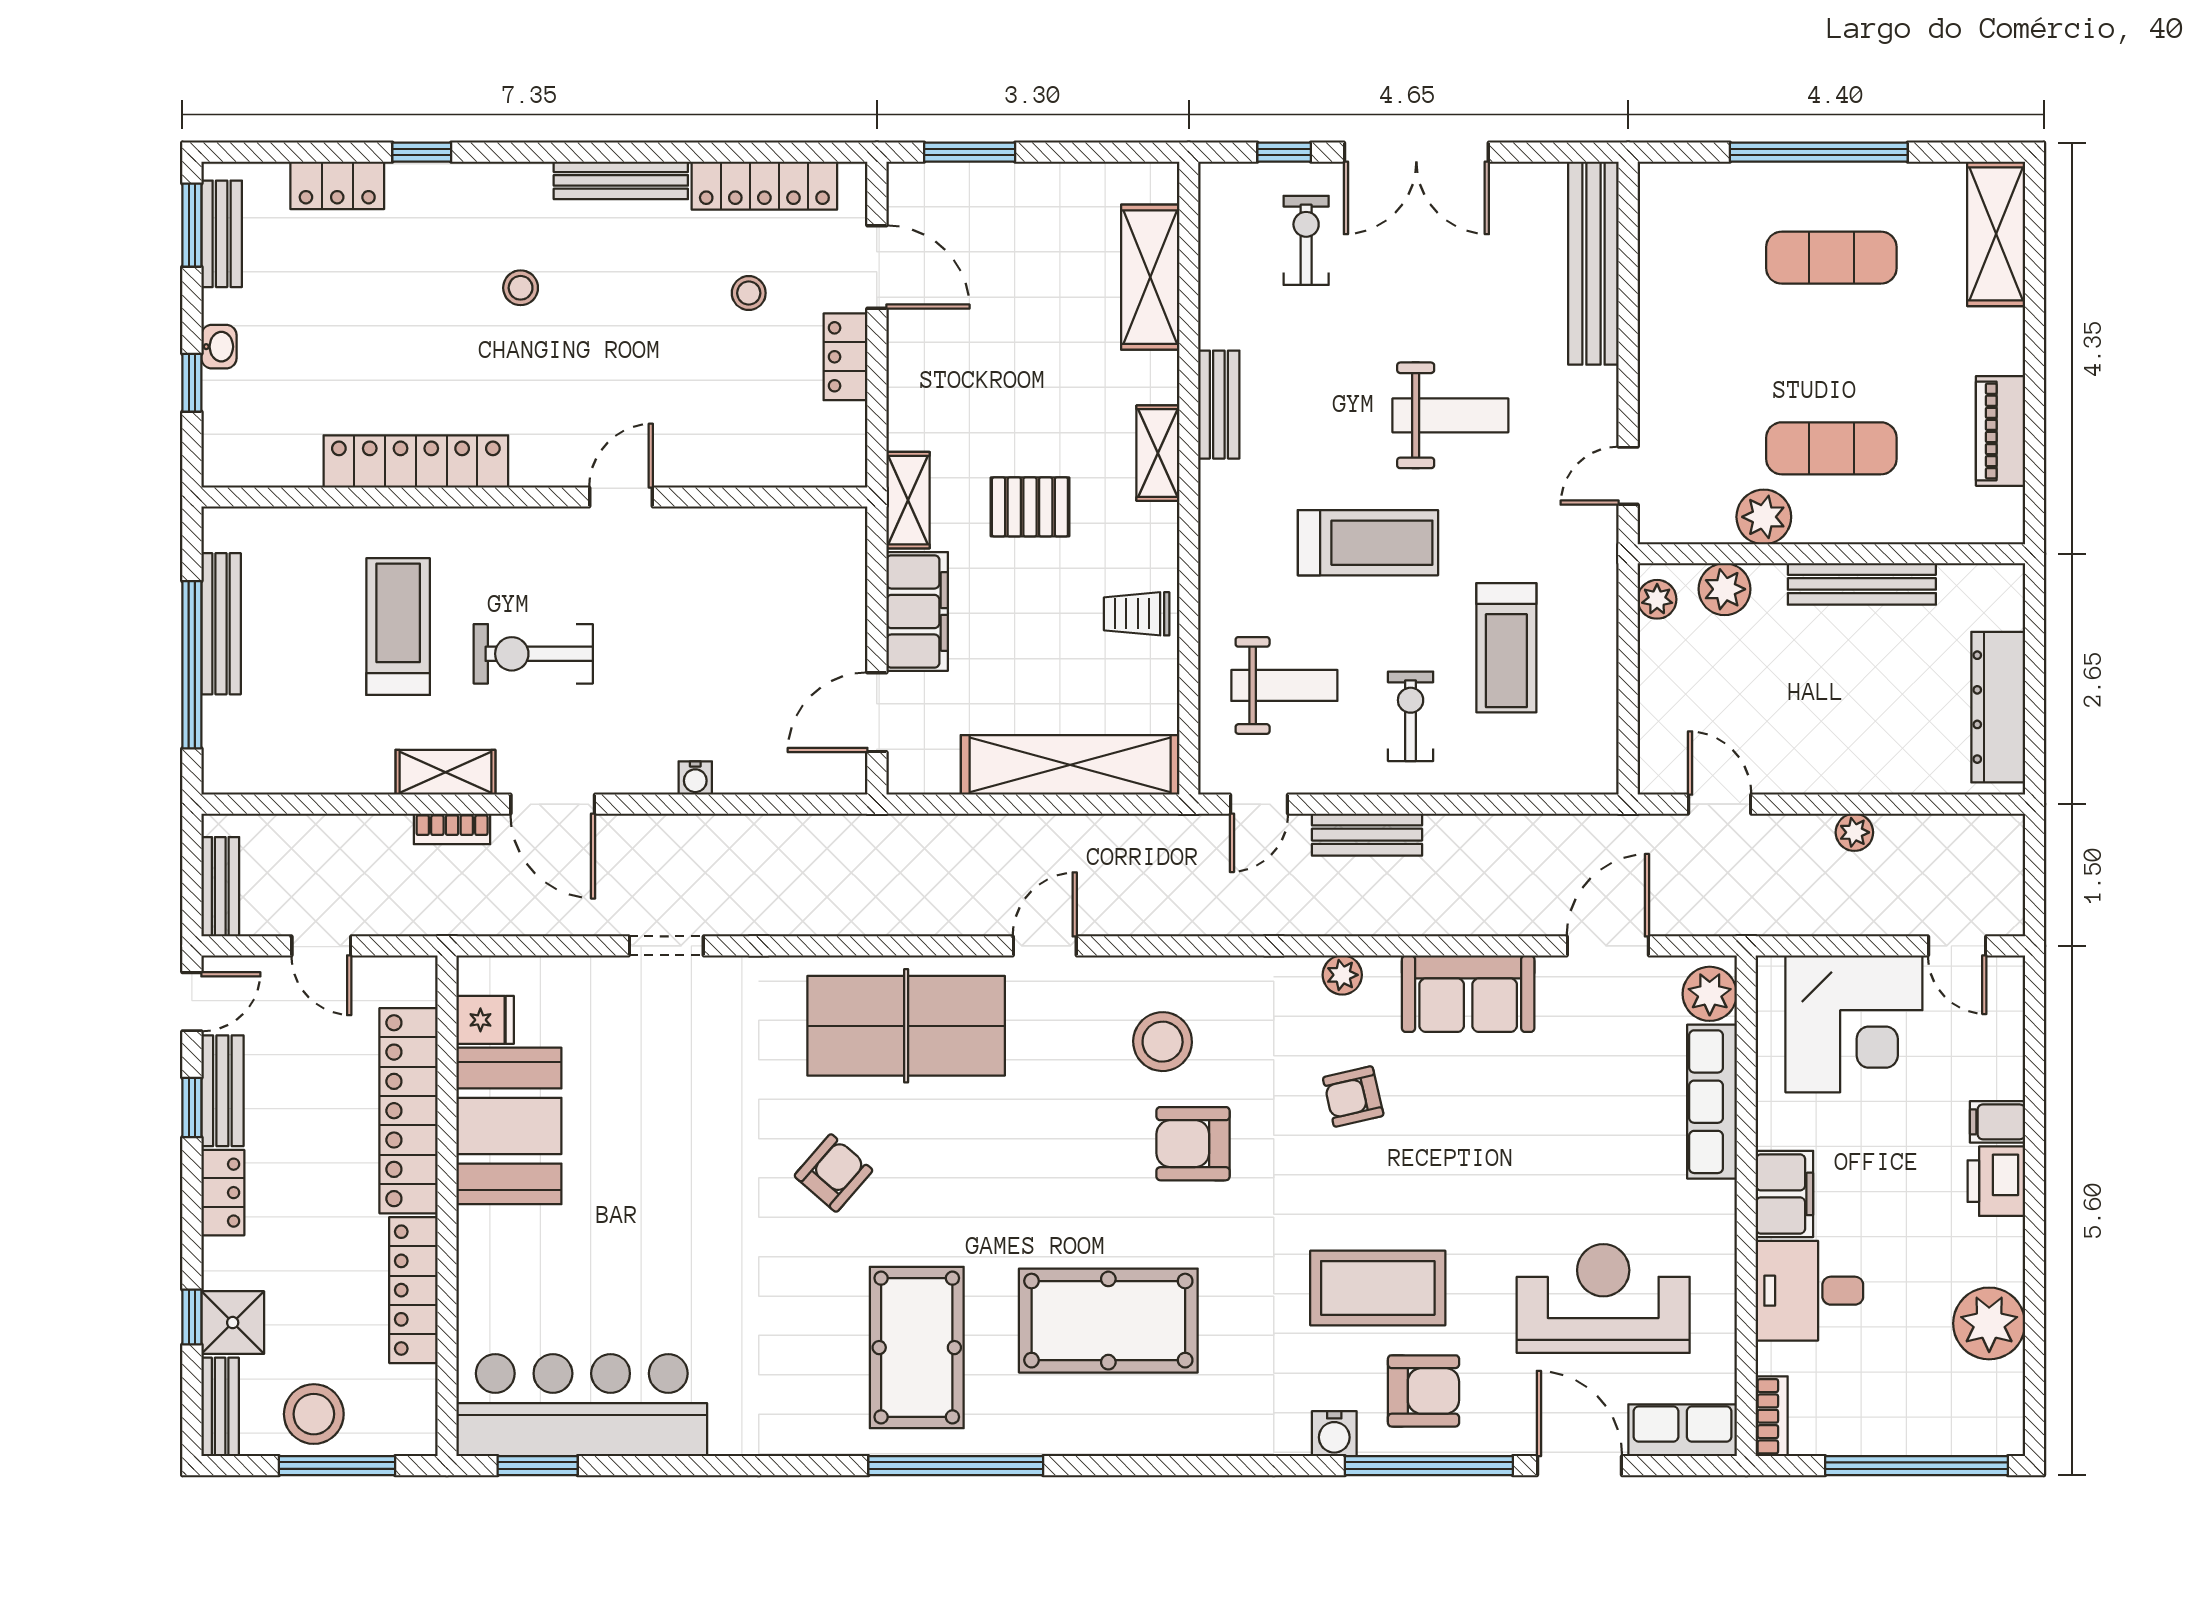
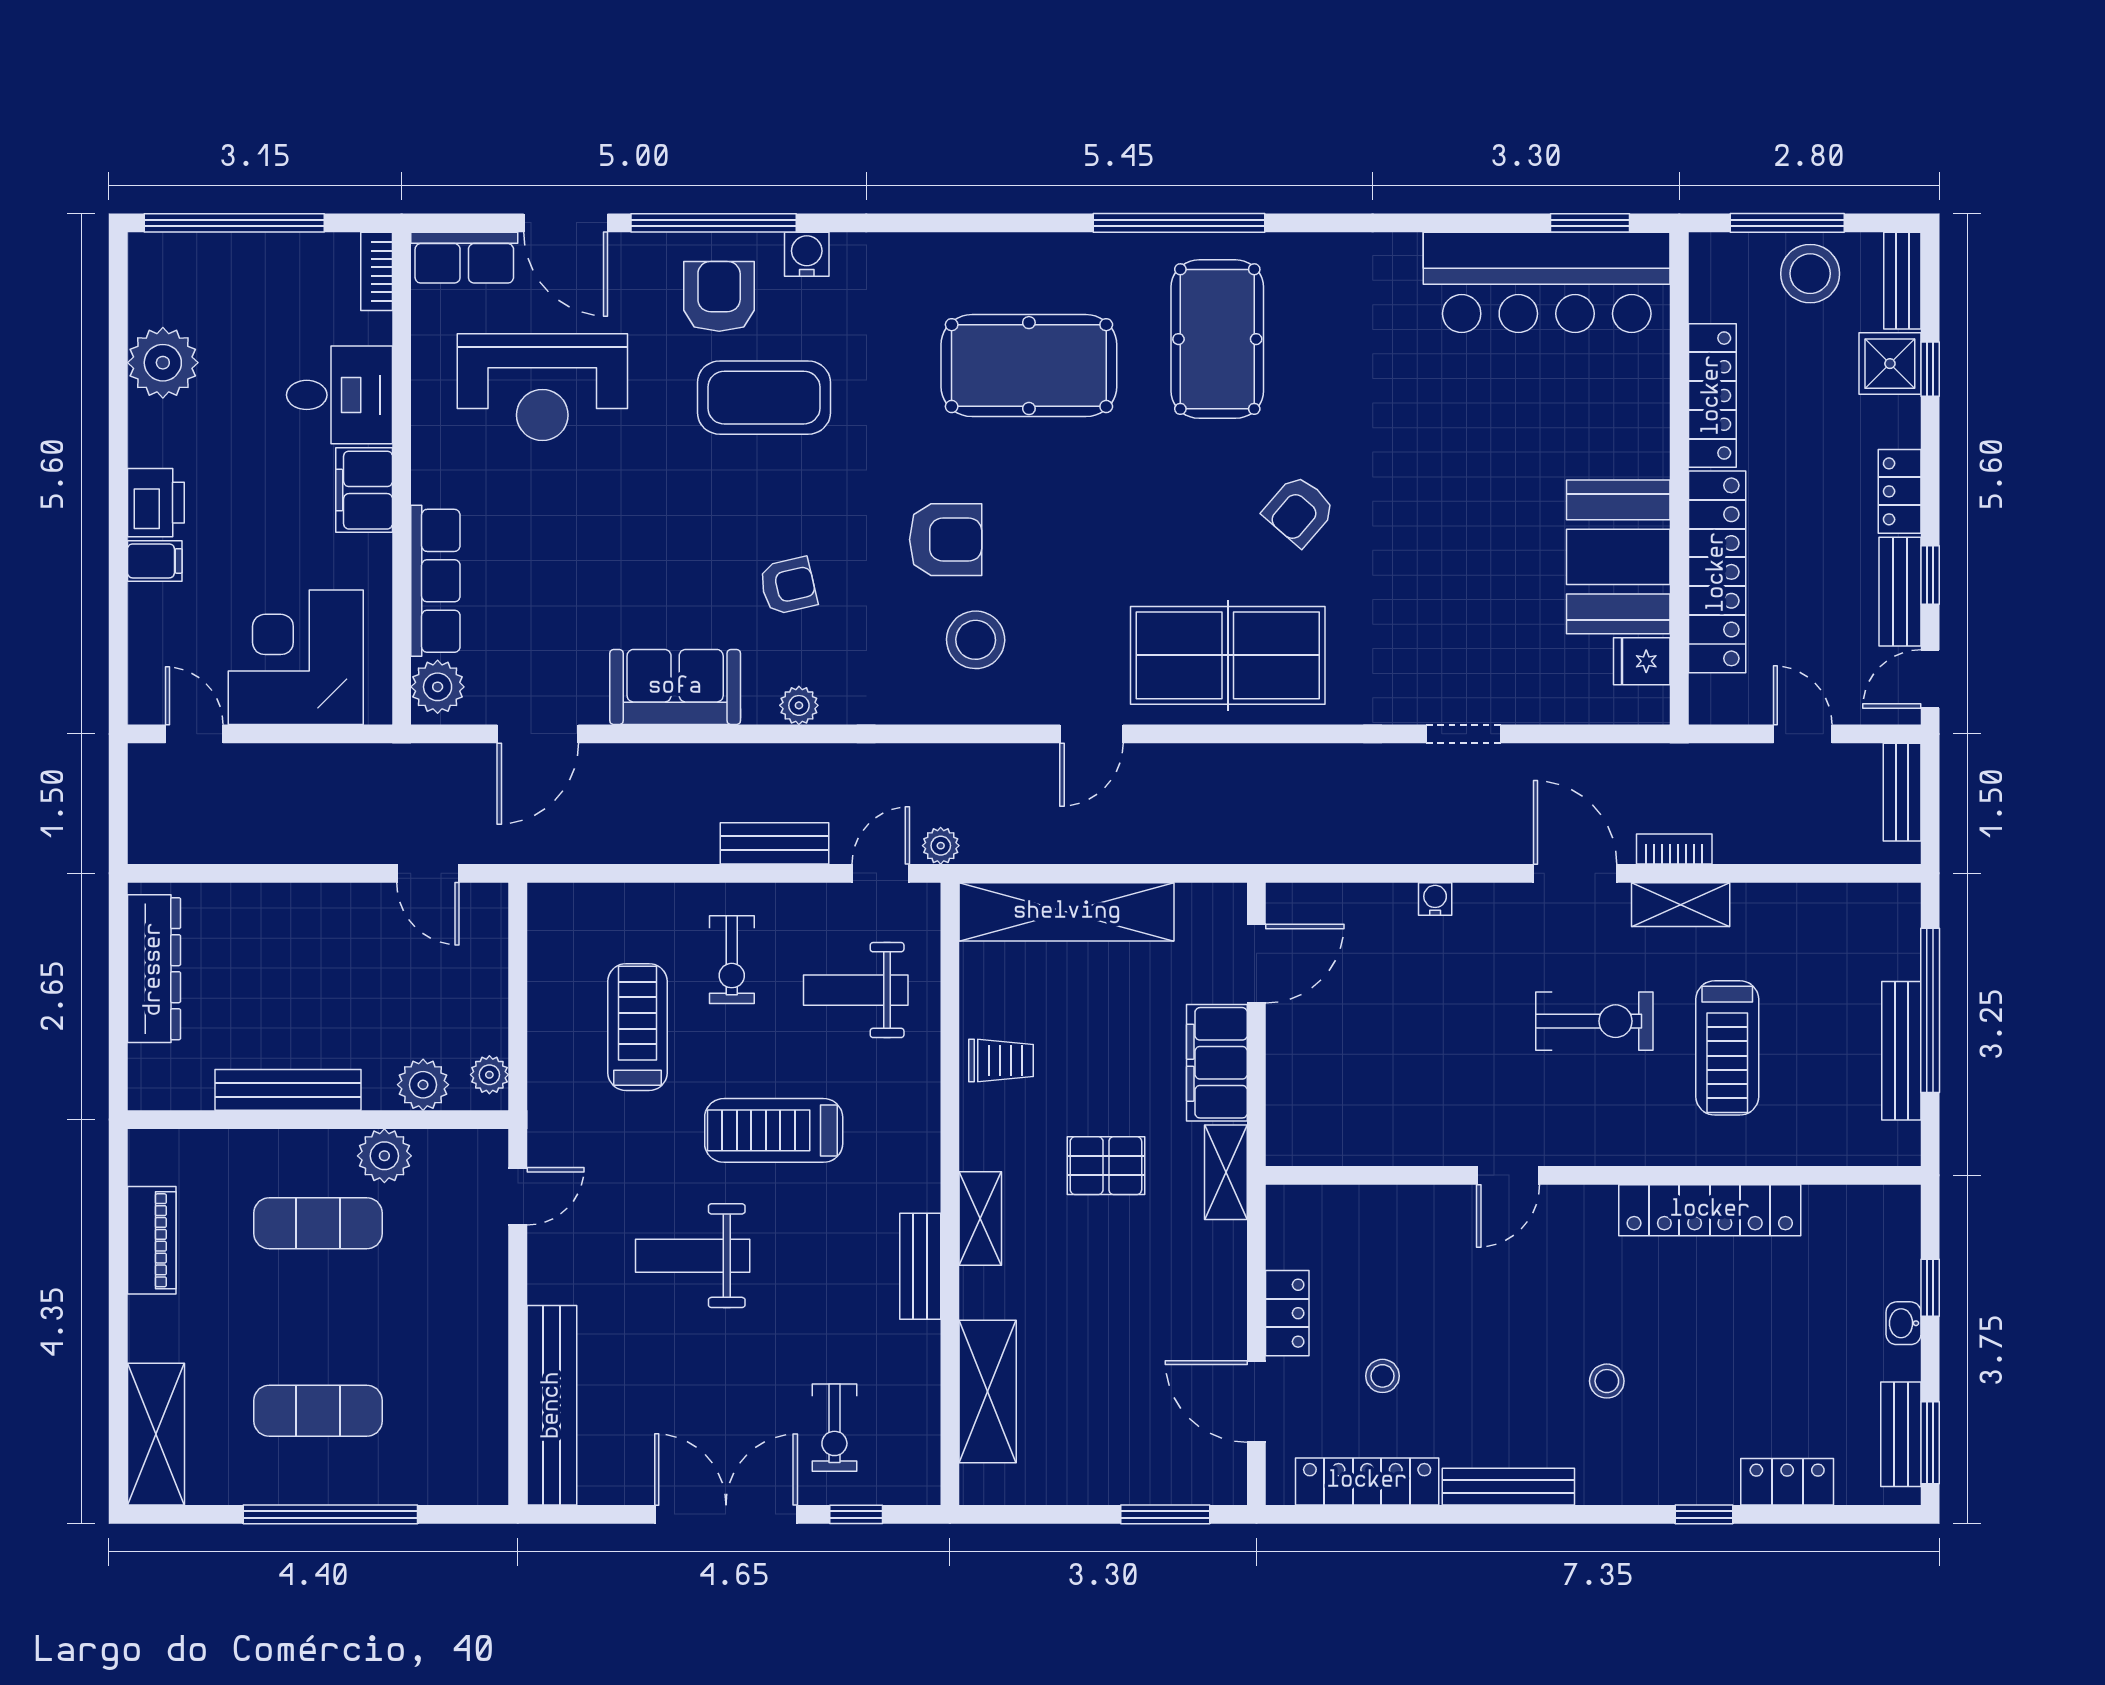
plant: (1854, 832) -> (941, 846), moved
armchair: (1423, 1391) -> (719, 296), turned 90

